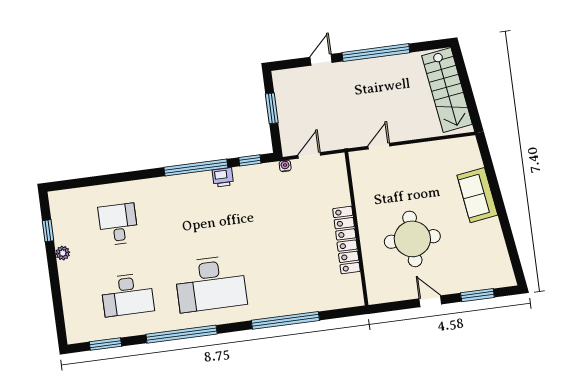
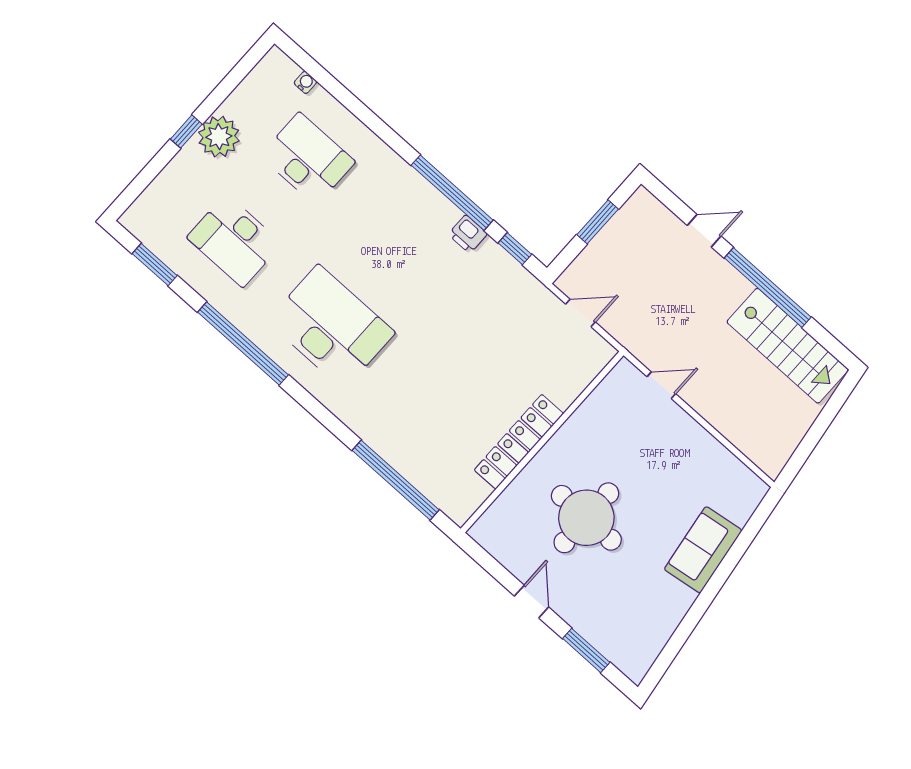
stairs: (447, 90) -> (788, 346), moved, turned -82
water cooler: (285, 166) -> (305, 82), moved
desk: (118, 224) -> (308, 159), width x1.37
window: (48, 231) -> (186, 132), moved
plant: (63, 253) -> (219, 137), width x1.88, depth x1.88
desk: (211, 284) -> (331, 327), turned 180
window: (285, 320) -> (396, 480), moved

